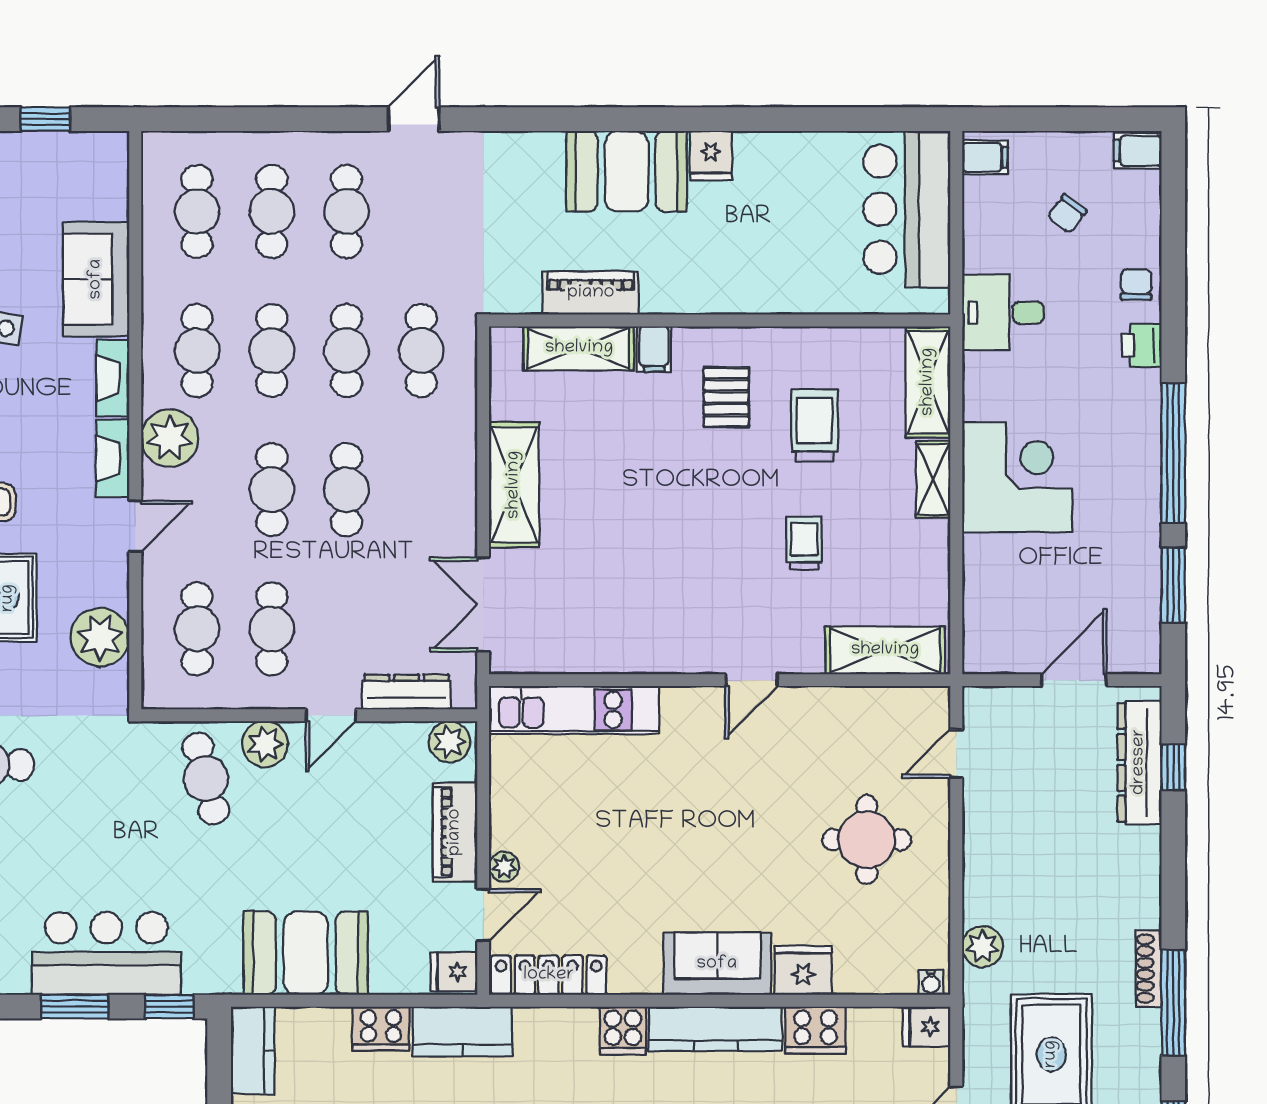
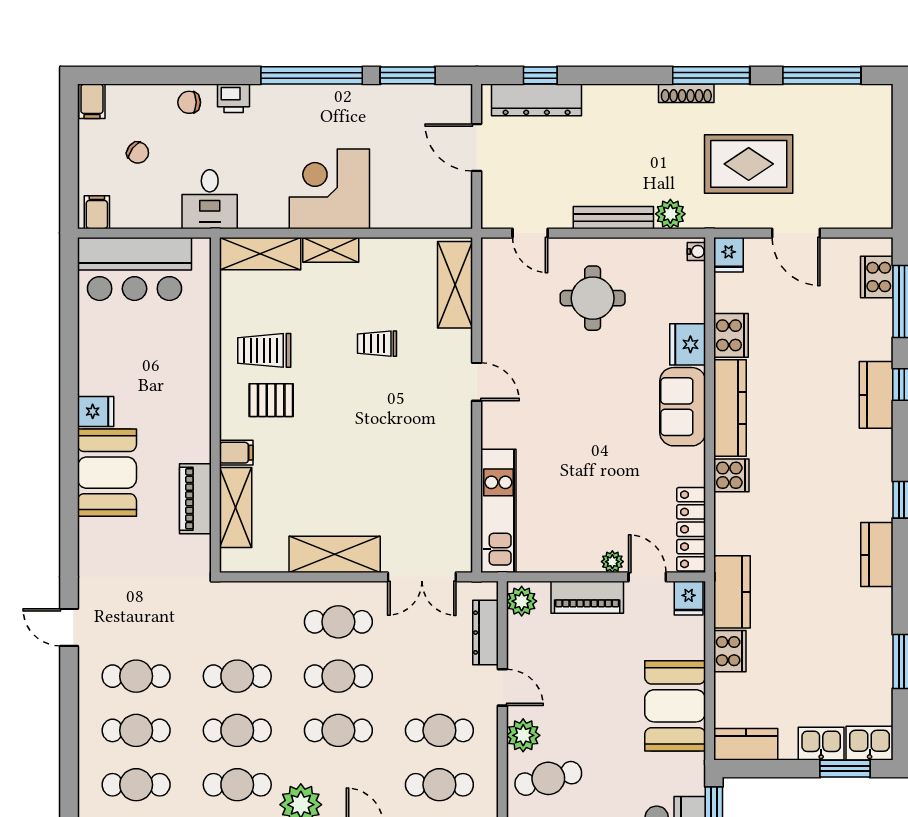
cafe table: (421, 351) -> (338, 622), moved
trolley: (815, 425) -> (264, 350), moved
bench: (978, 868) -> (613, 218), added

